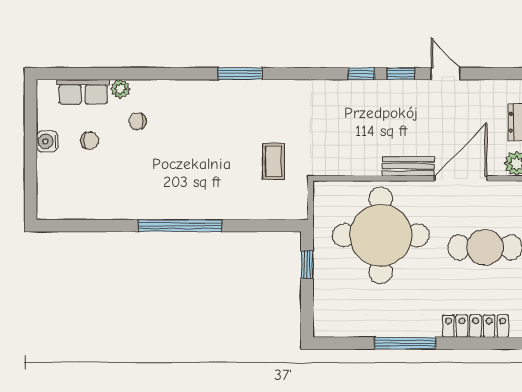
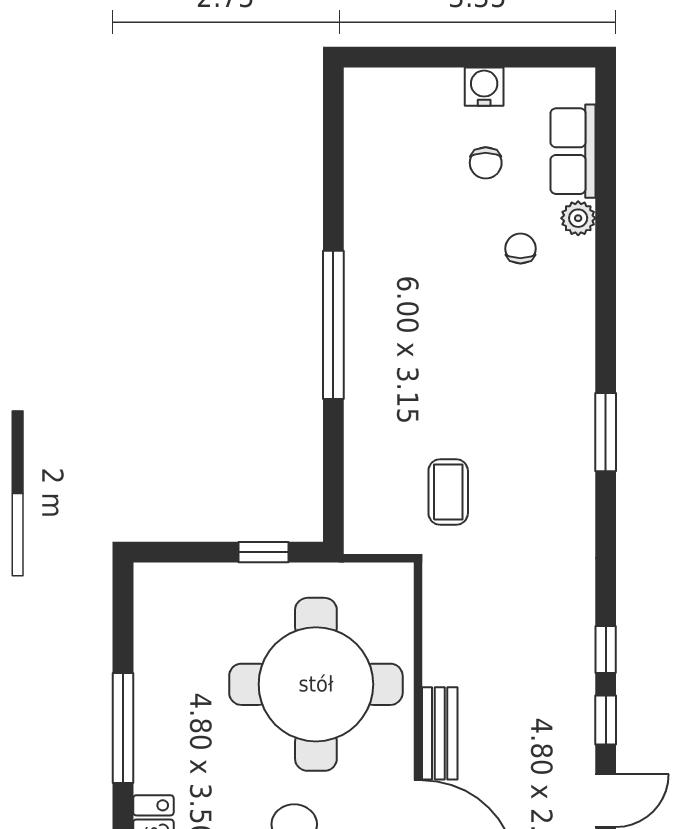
coffee table: (273, 161) -> (448, 492), turned 90

